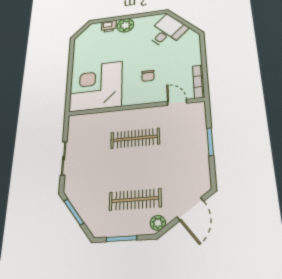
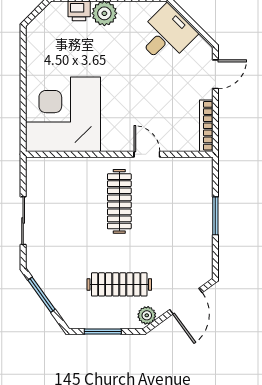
door: (203, 49) -> (215, 74), added
chair: (148, 76) -> (137, 107), removed
door: (177, 102) -> (147, 154), moved
clothes rail: (135, 138) -> (119, 201), turned 90

